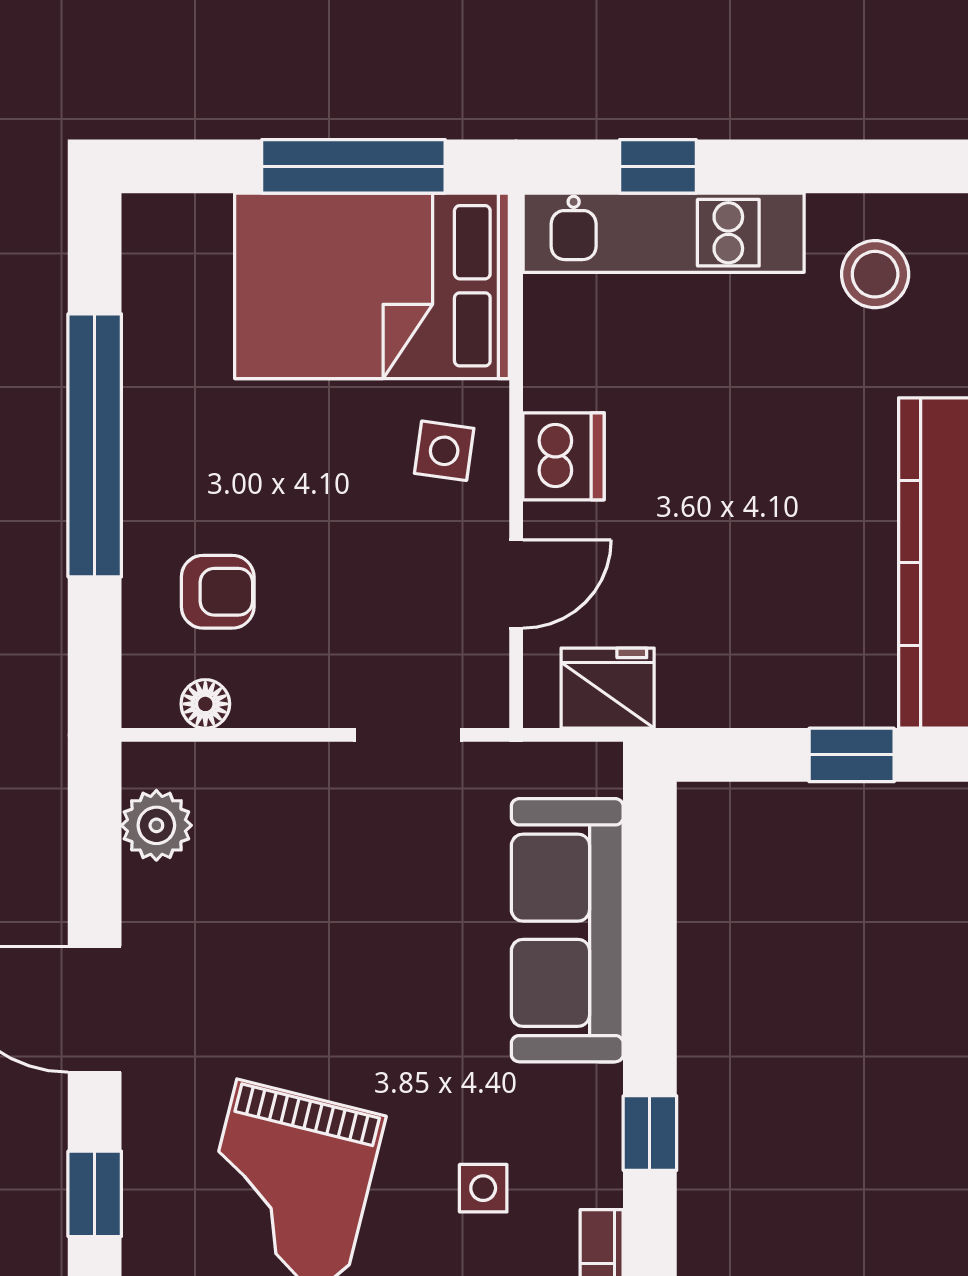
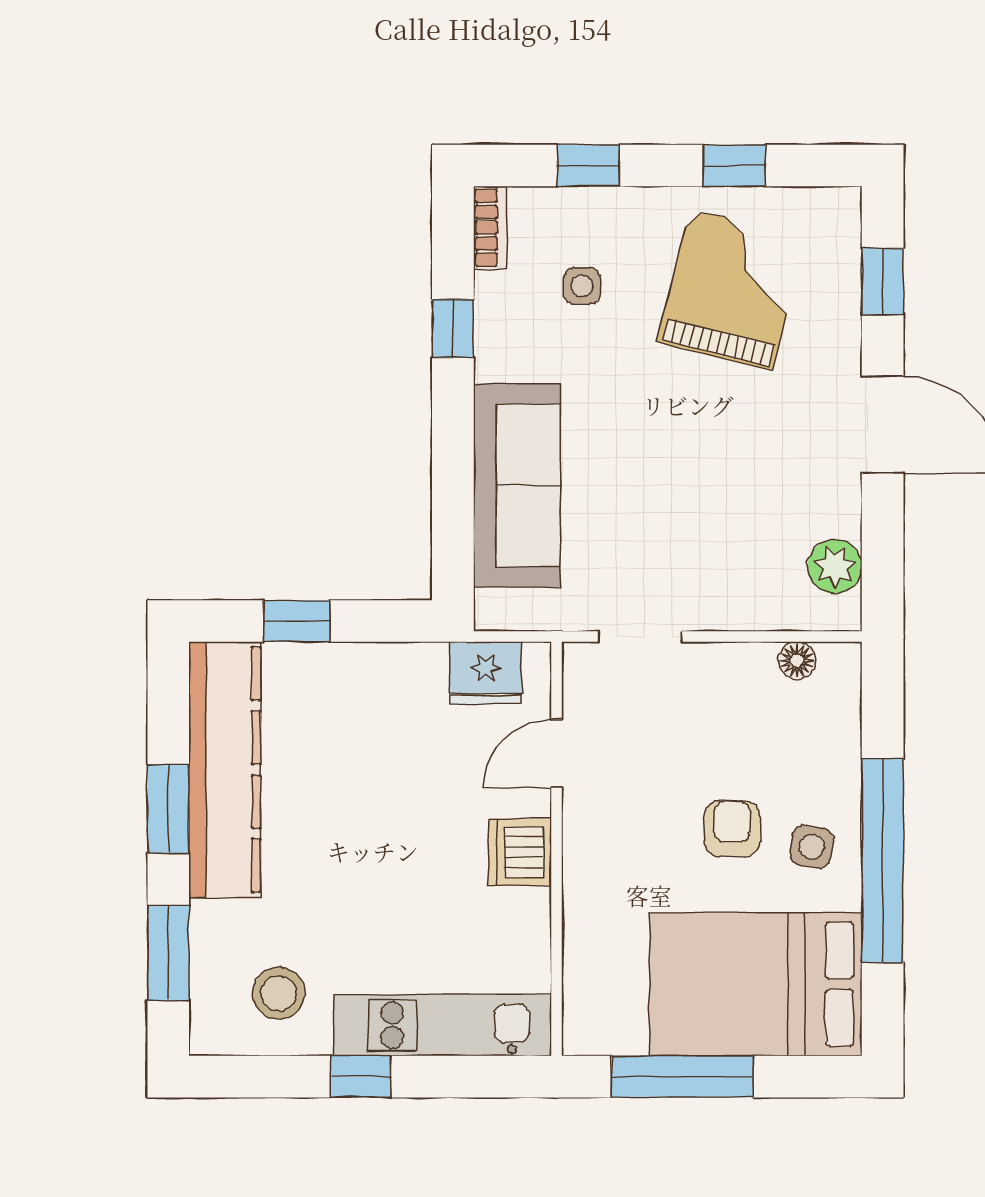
window: (658, 166) -> (361, 1077), moved
bed: (372, 286) -> (756, 984), moved, turned 180
side table: (444, 451) -> (812, 847), moved
armchair: (218, 592) -> (732, 829), moved, turned 90

